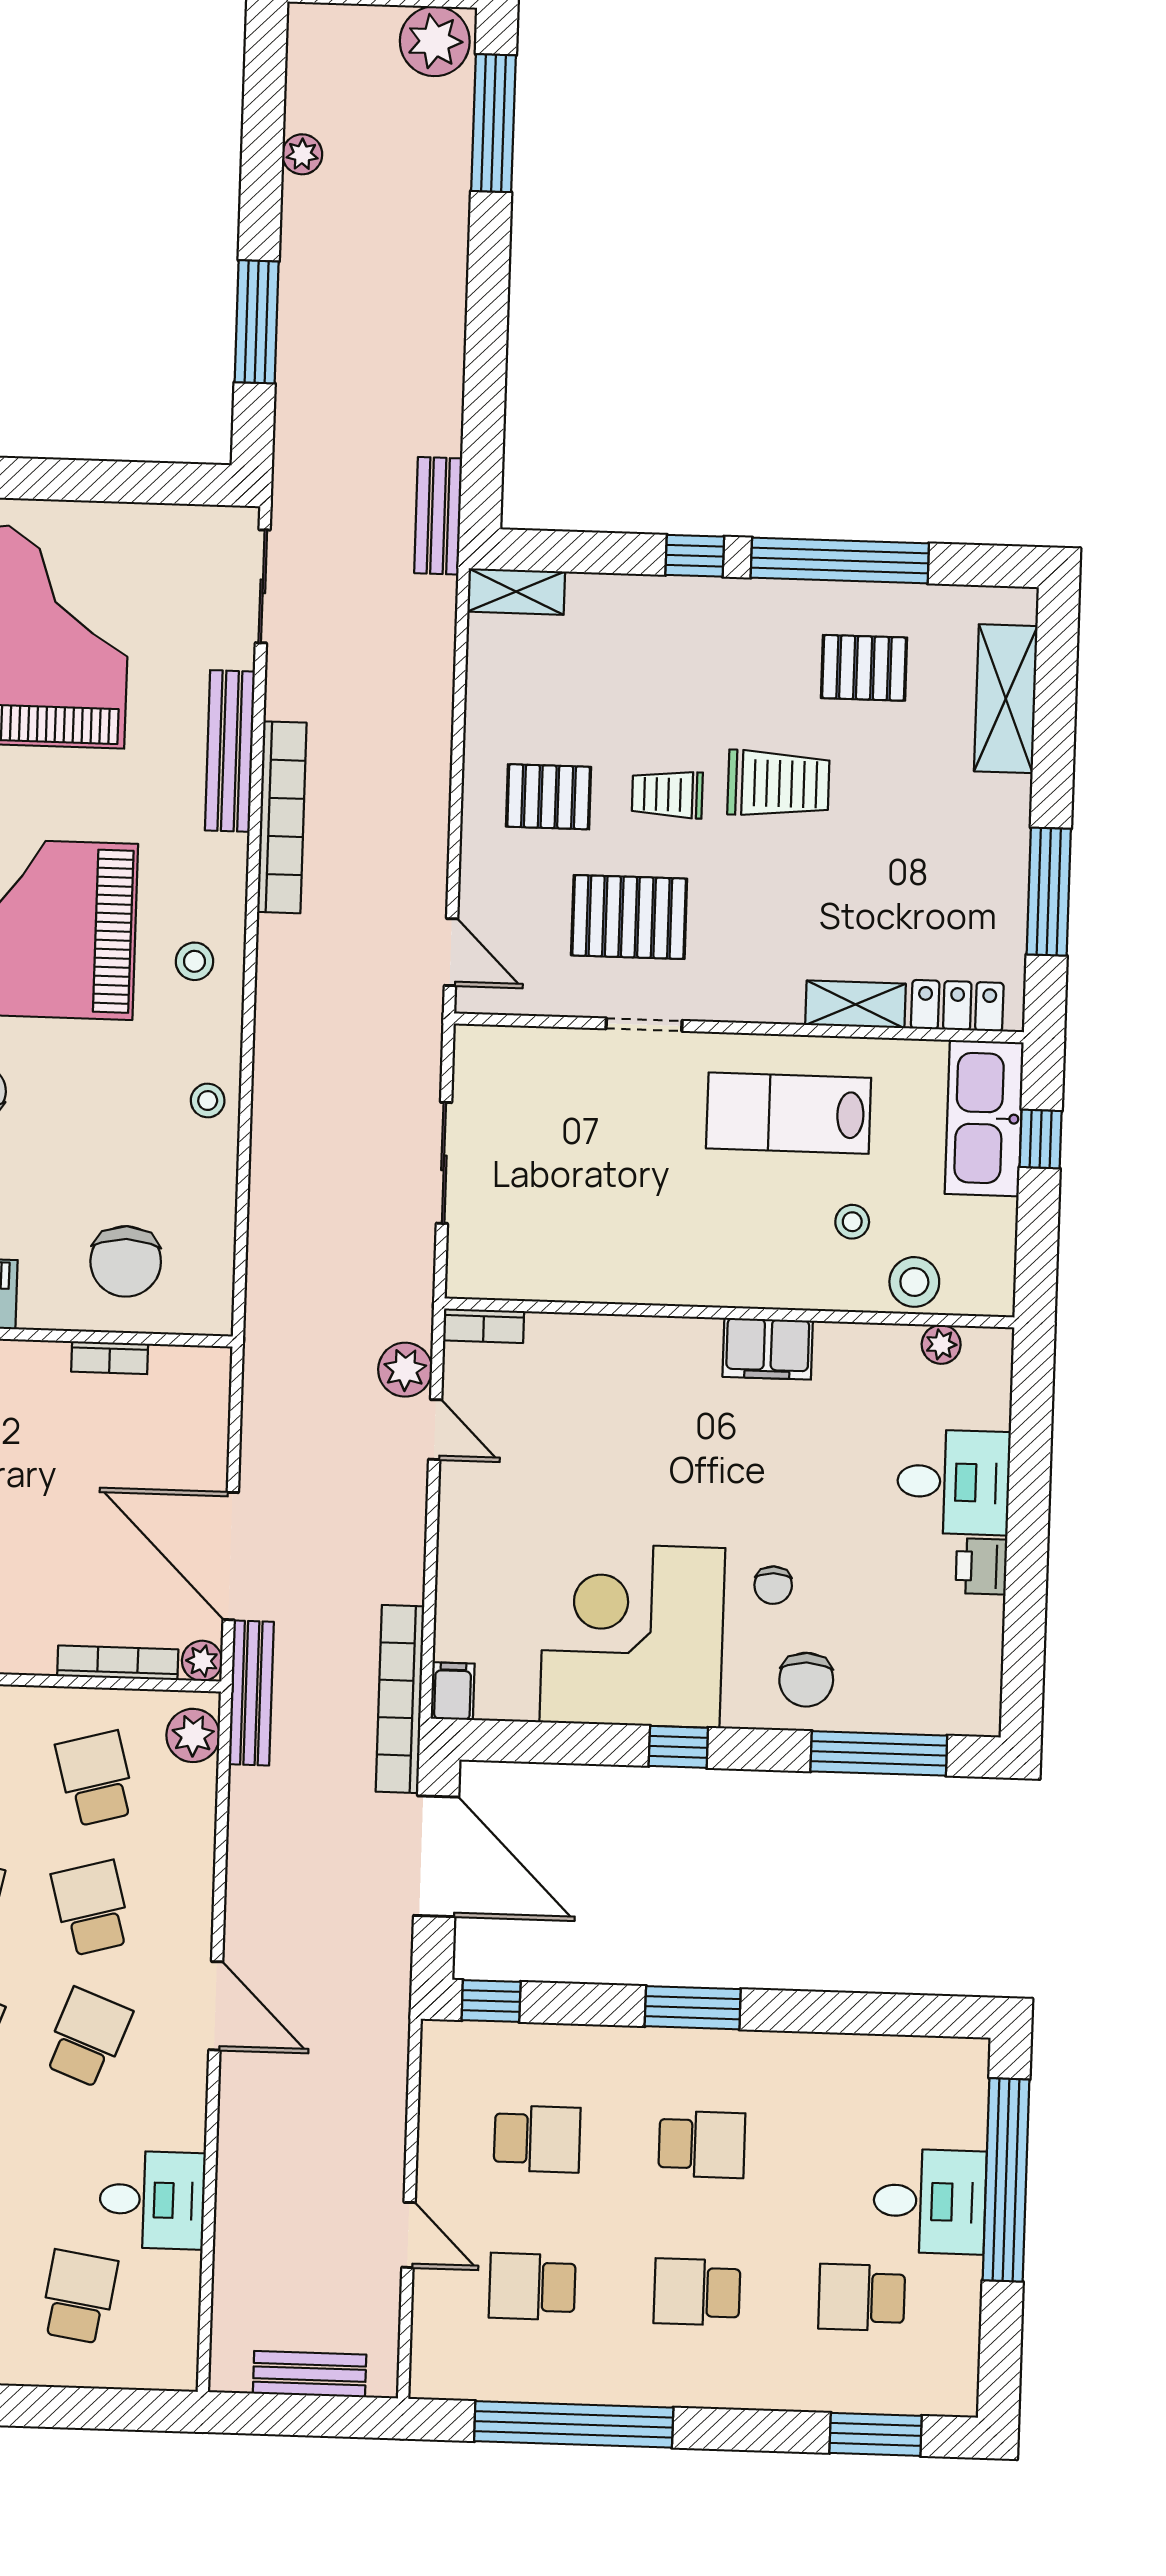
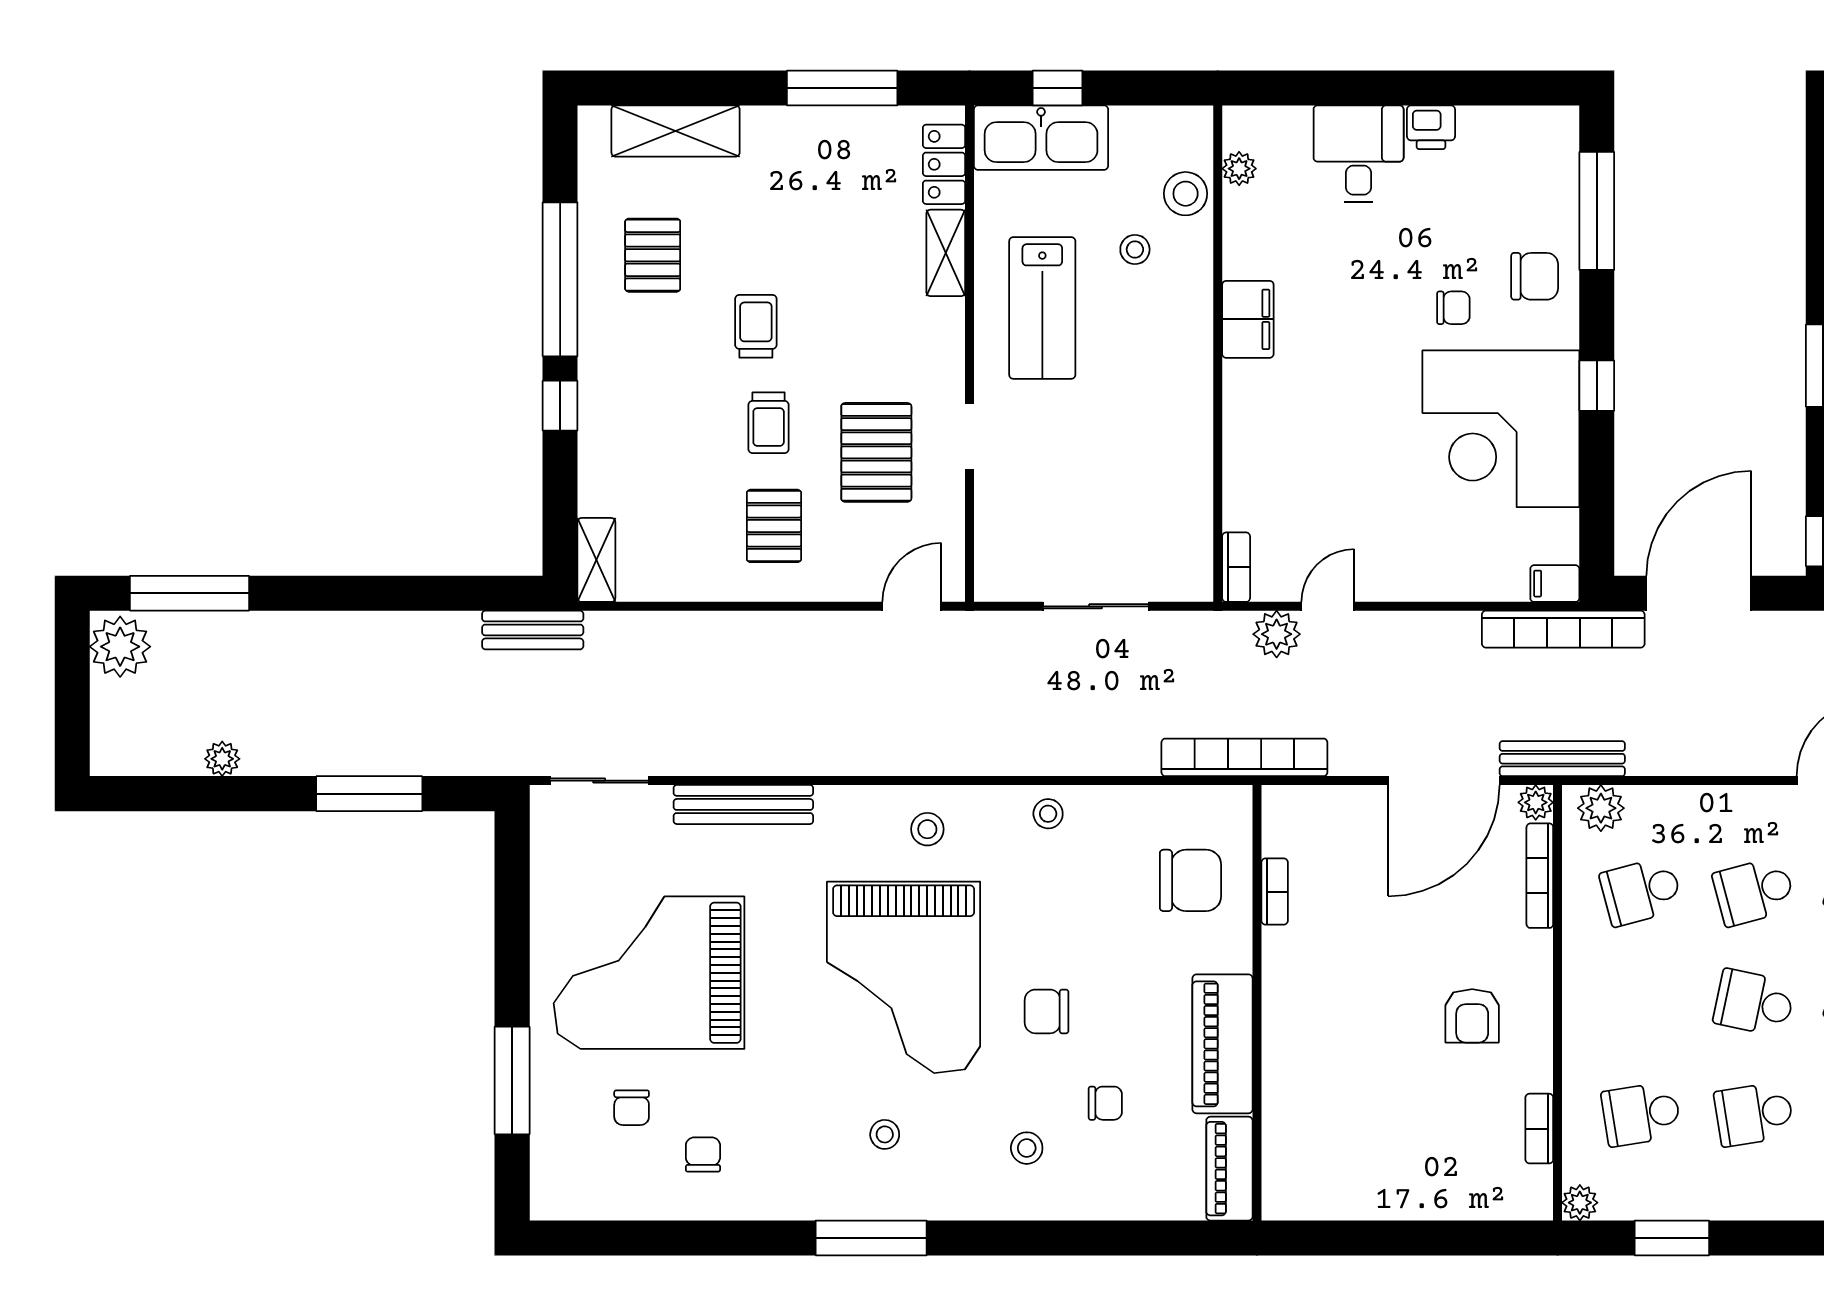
trolley: (778, 784) -> (756, 326), width x0.73, depth x0.72
bookcase: (282, 817) -> (1244, 757), moved

